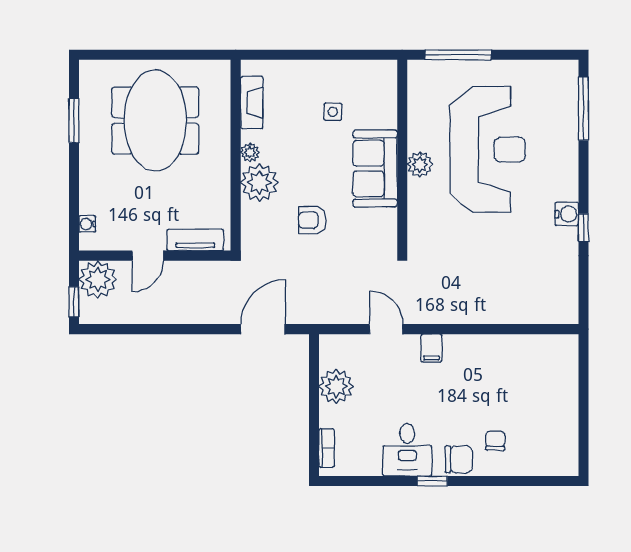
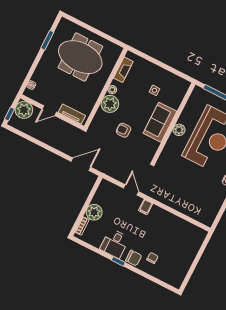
meeting table: (155, 120) -> (80, 57), turned 90
plant: (336, 386) -> (94, 212), moved

